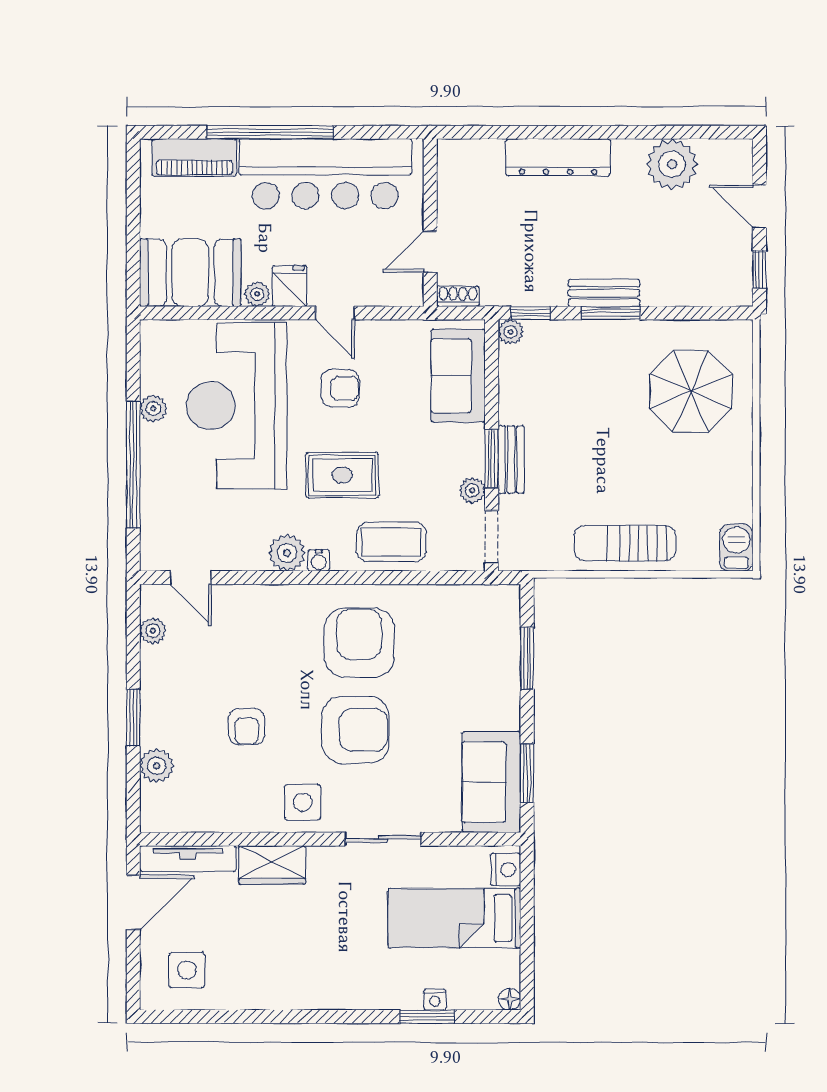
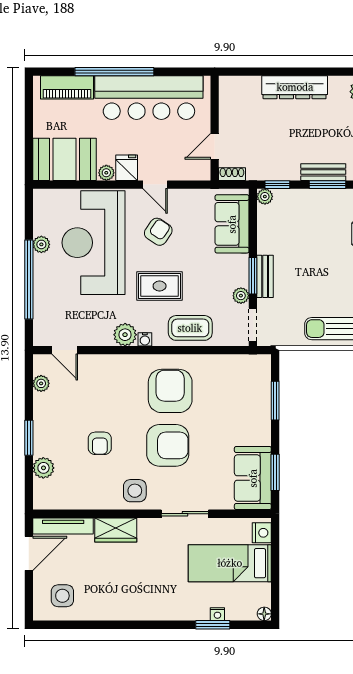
armchair: (340, 388) -> (158, 232), turned -56

